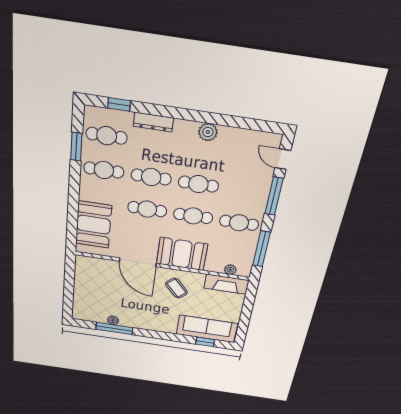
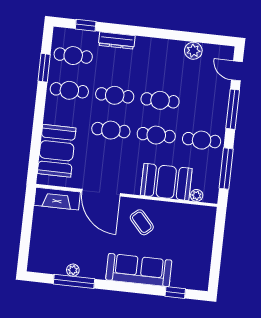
plant: (208, 132) -> (193, 51), moved
booth: (182, 254) -> (166, 182), moved
fireplace: (226, 284) -> (57, 199), moved
sofa: (207, 329) -> (139, 270), moved

